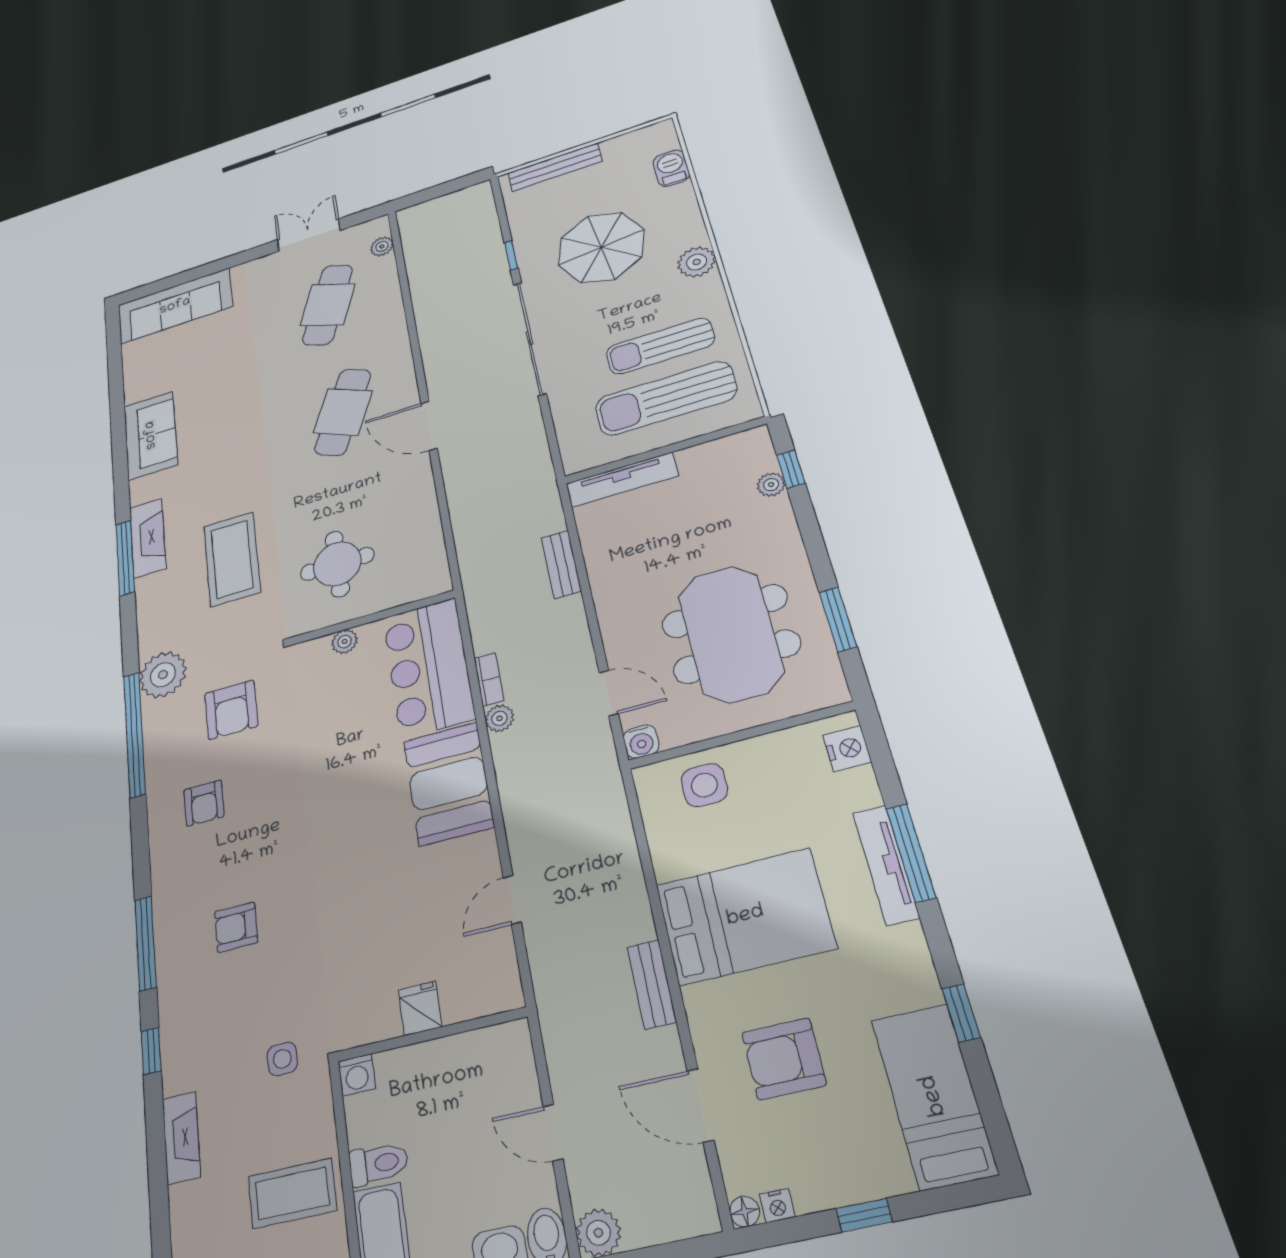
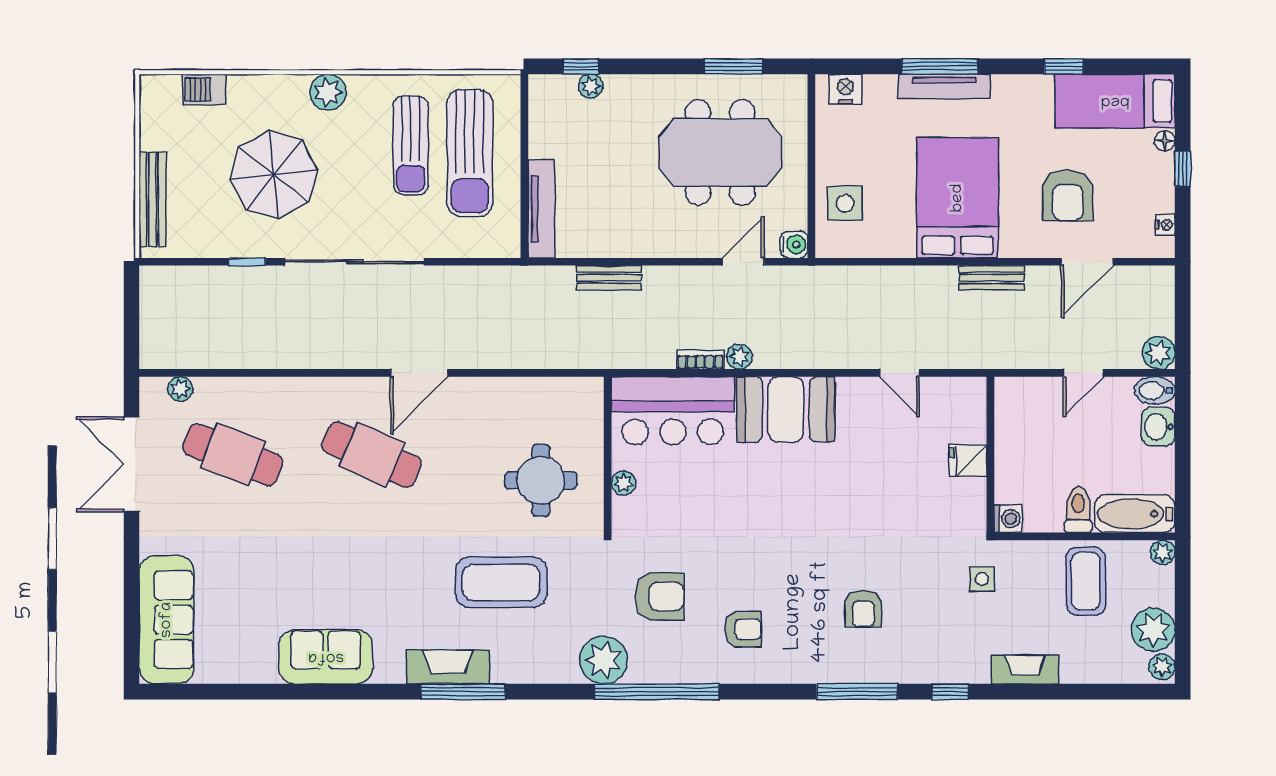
double door: (309, 235) -> (131, 464), width x1.37
floor lamp: (745, 1212) -> (1165, 141), moved

